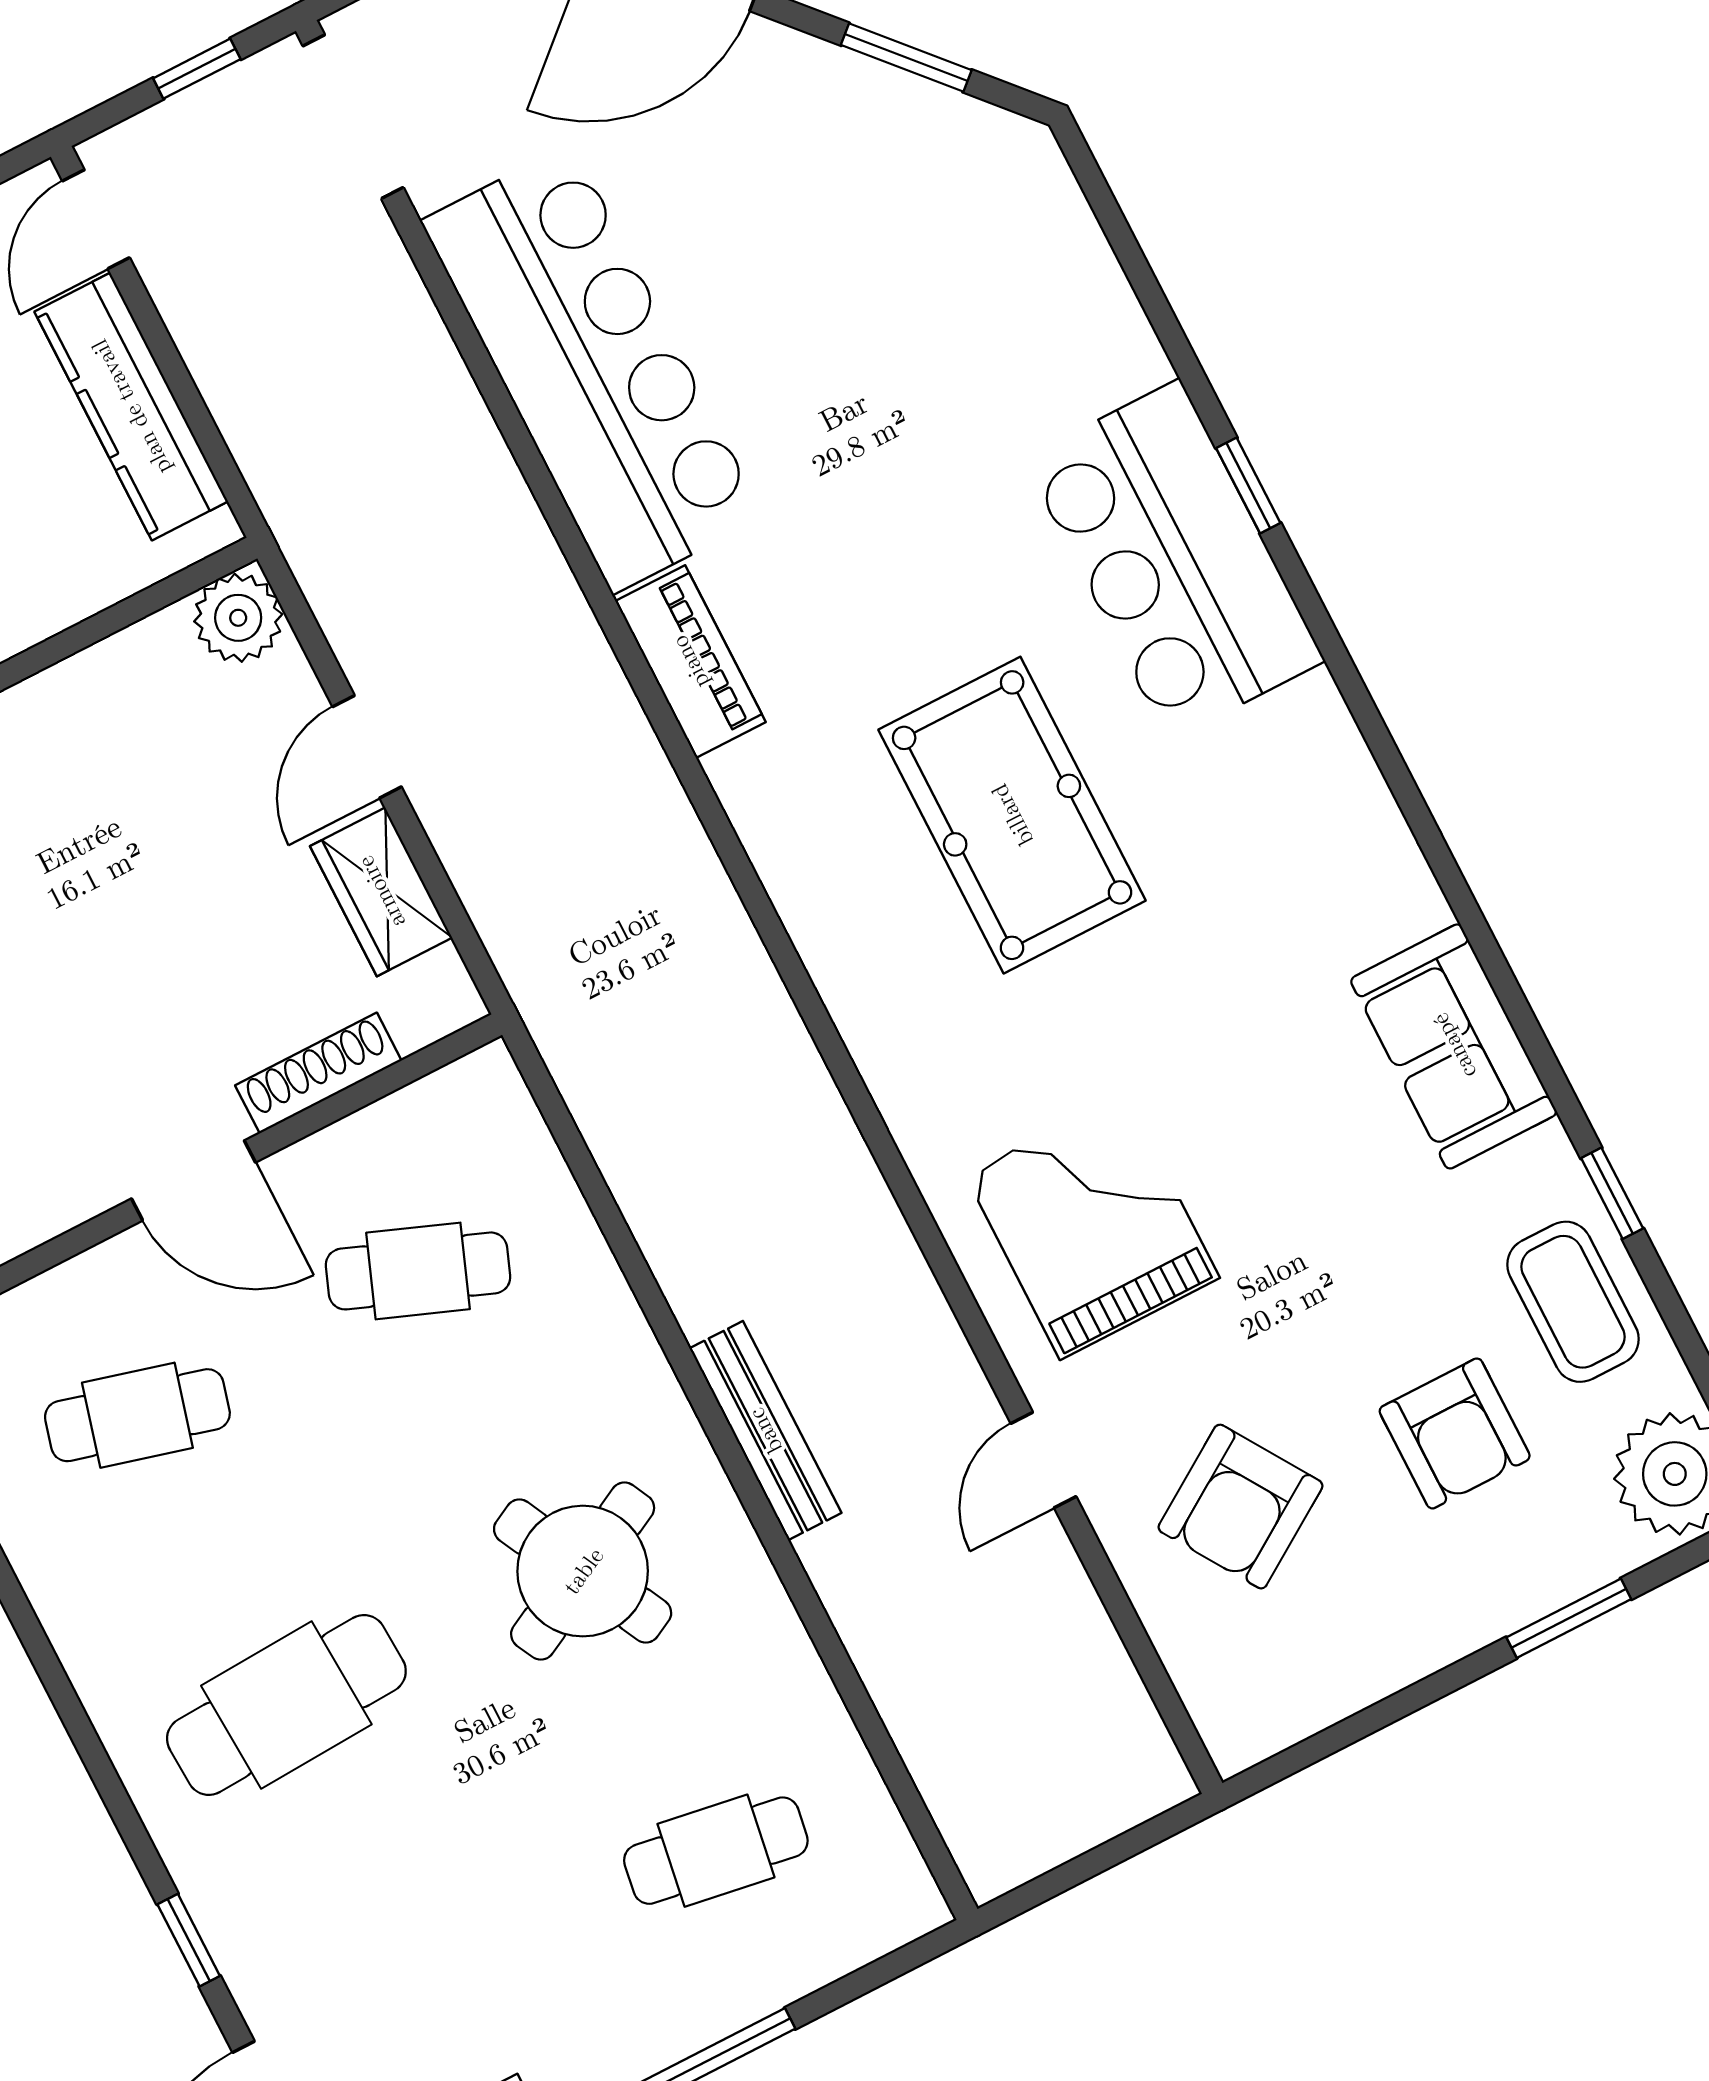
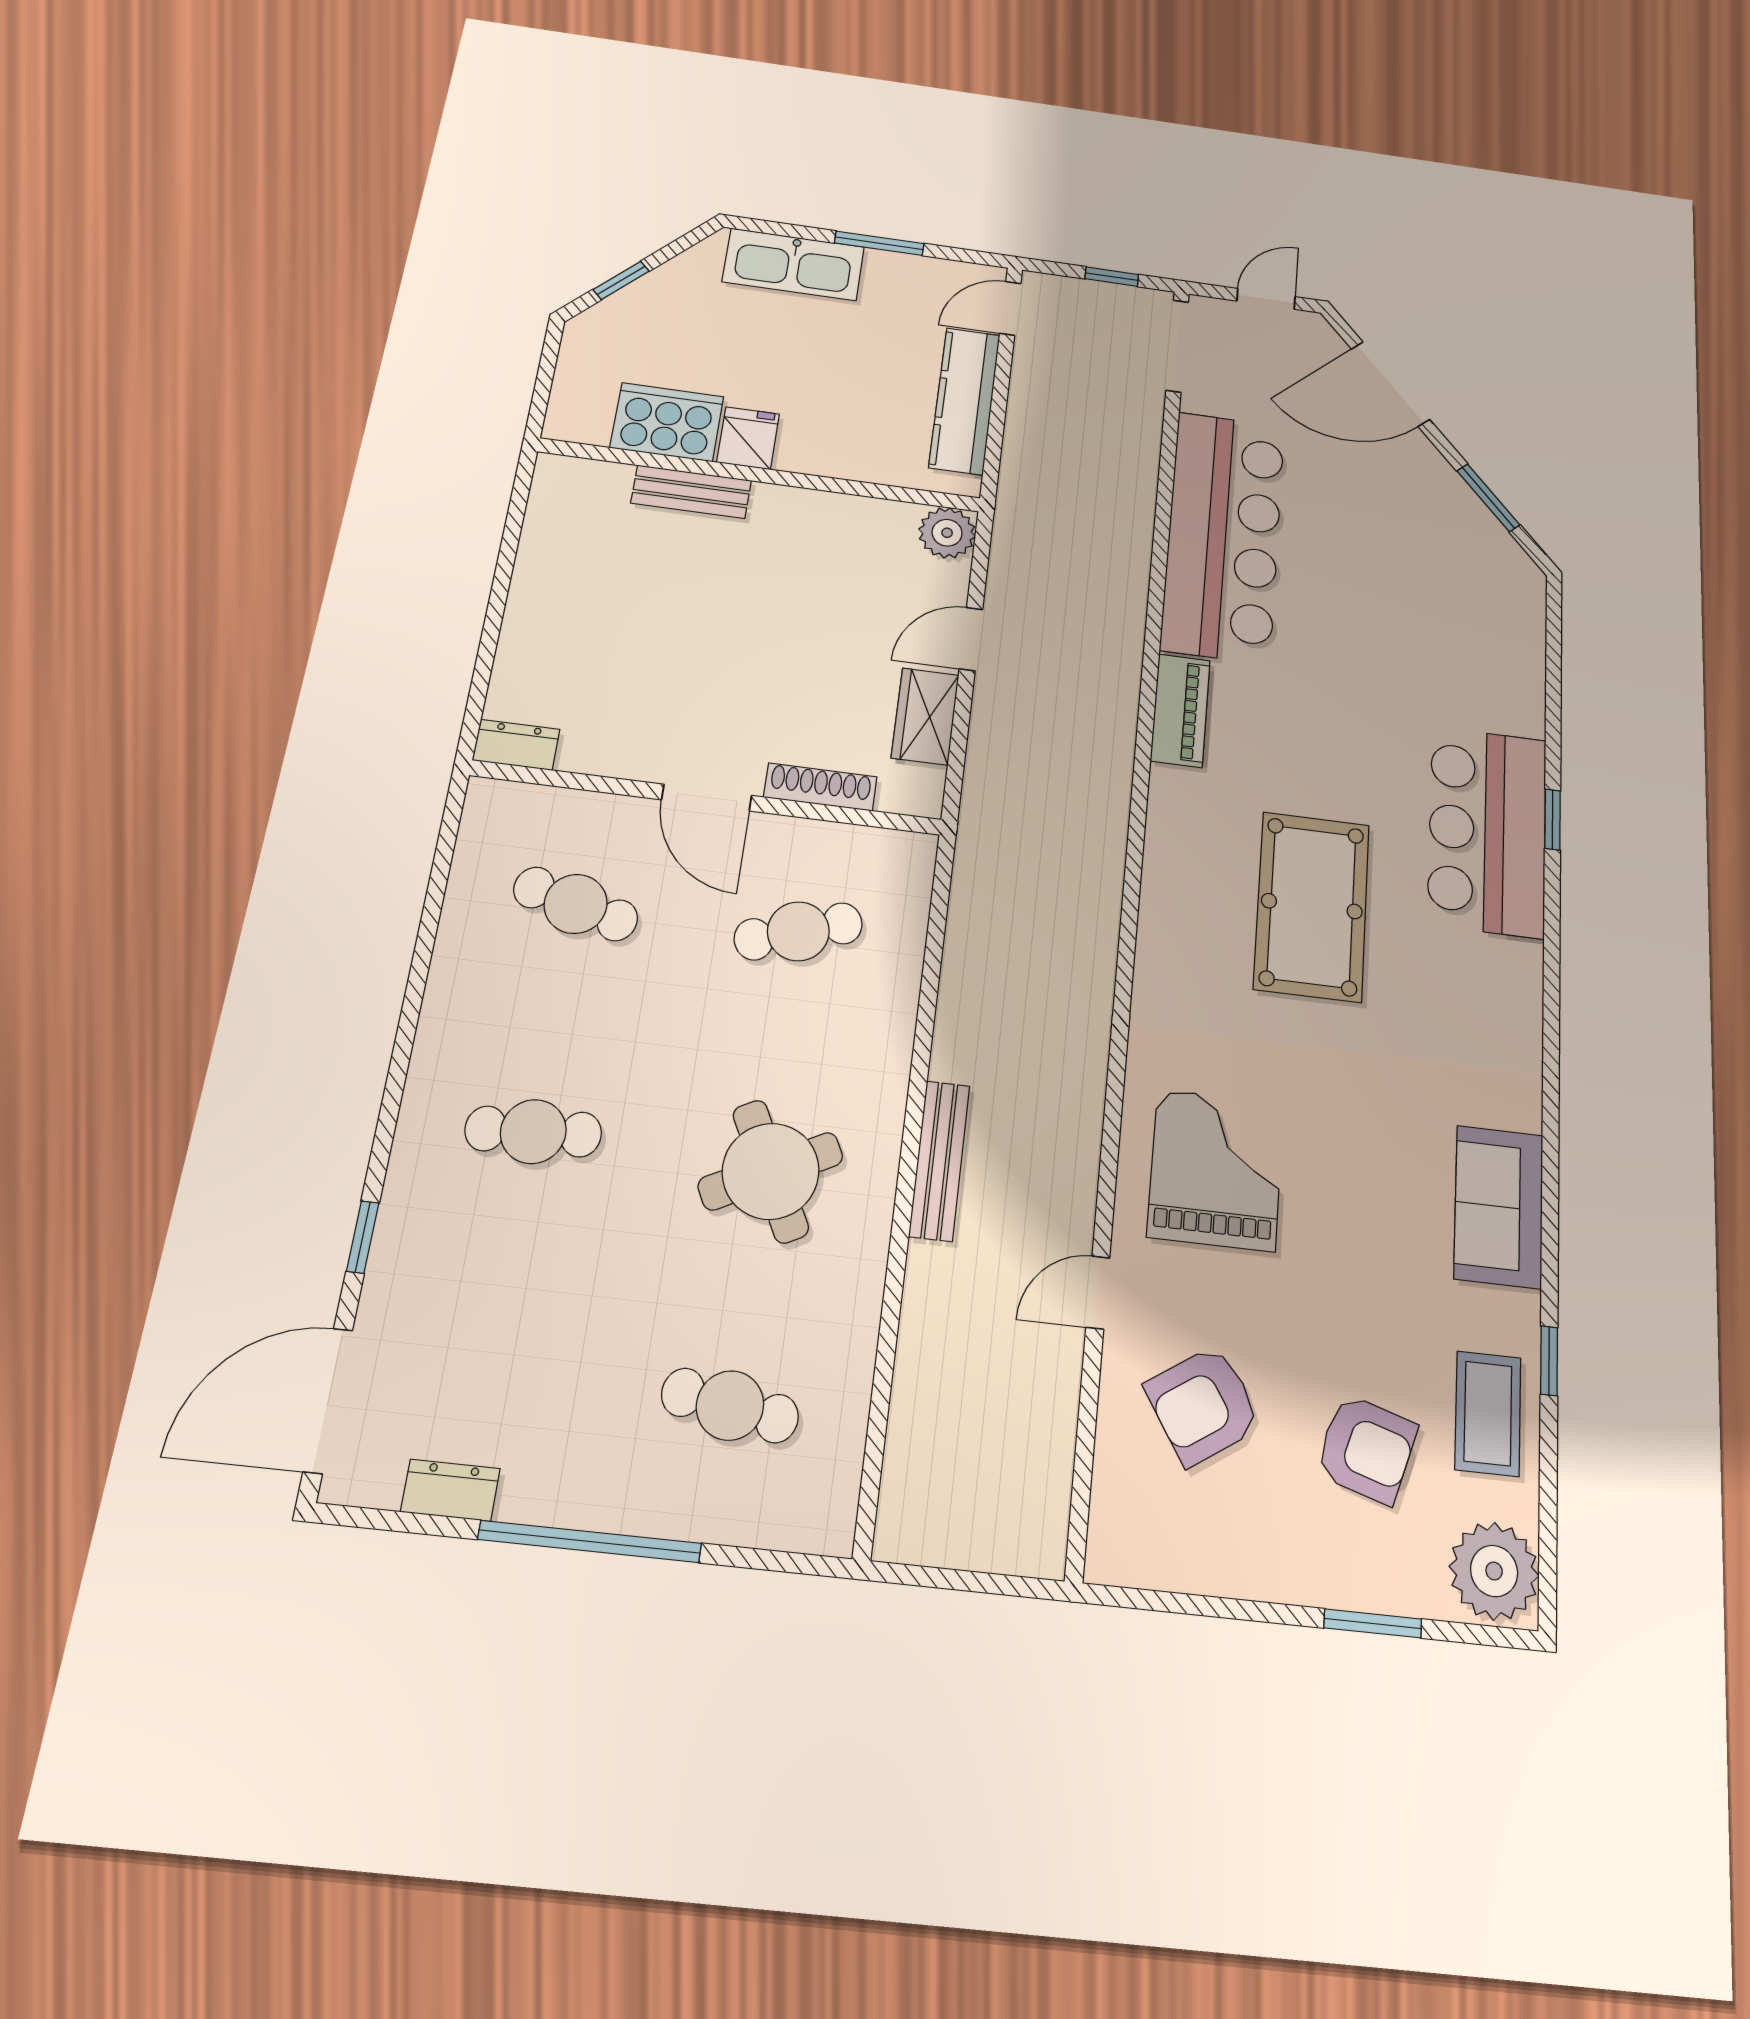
cafe table: (418, 1271) -> (798, 931), turned -39
armchair: (1455, 1433) -> (1366, 1449), turned -73
cafe table: (286, 1705) -> (533, 1132), width x0.73, depth x0.74

